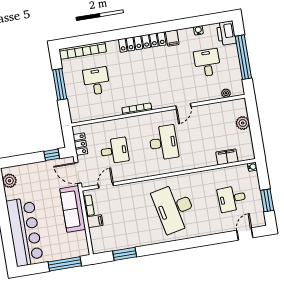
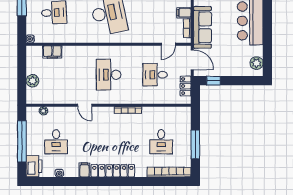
door: (183, 106) -> (85, 105), swing flipped

